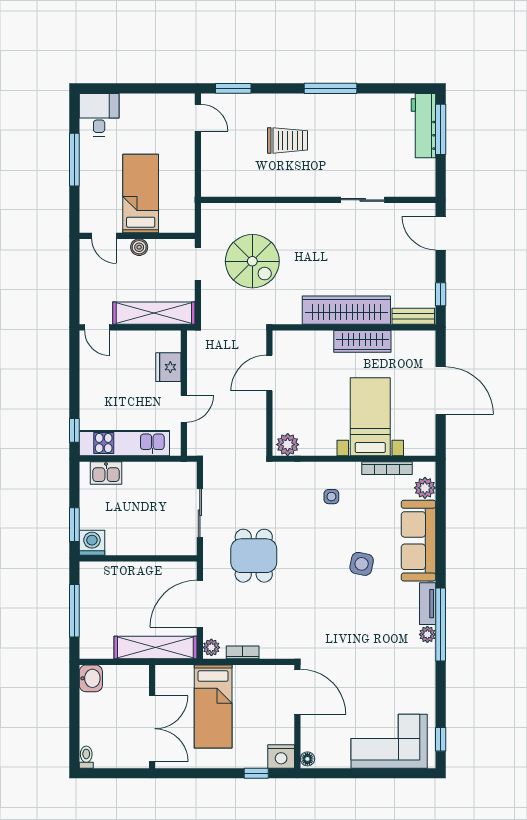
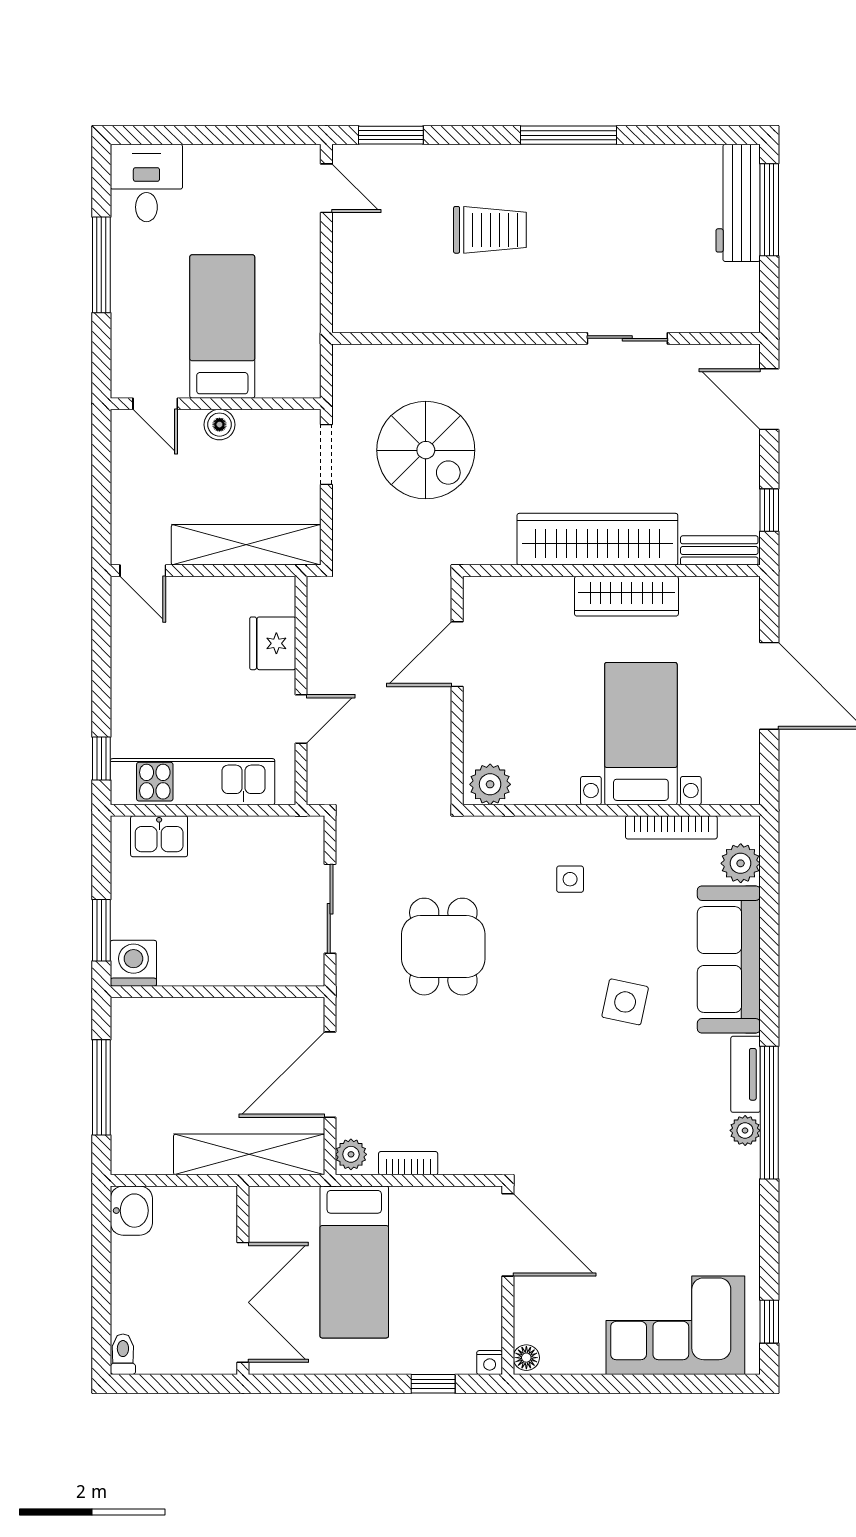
dining table: (254, 556) -> (443, 947), moved
nightstand: (281, 756) -> (490, 1363), width x0.53, depth x0.56

